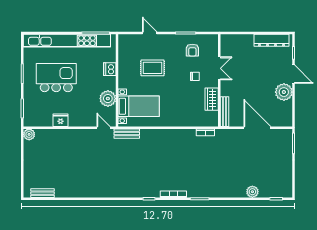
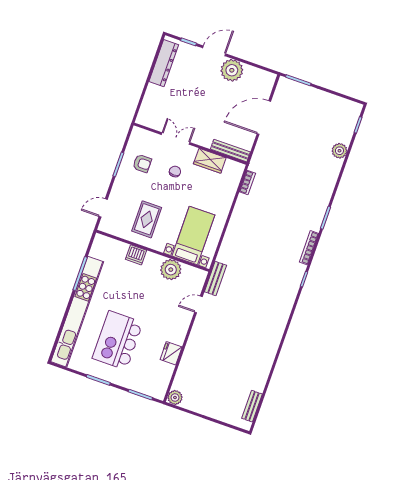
dishwasher: (110, 69) -> (136, 255), moved
wall: (117, 80) -> (153, 251), moved
plant: (108, 99) -> (171, 270), moved
bed with nightstands: (139, 106) -> (193, 236), moved

